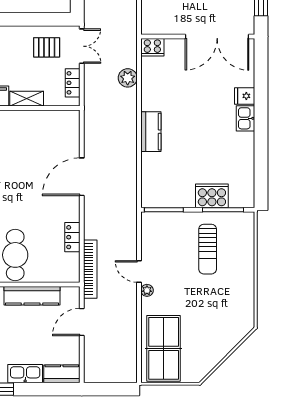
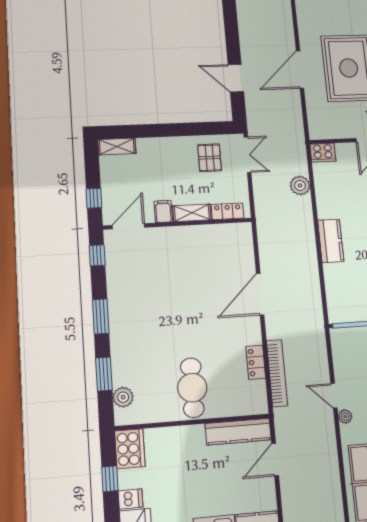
pallet: (47, 47) -> (210, 158), turned 90
locker: (73, 83) -> (227, 211), moved, turned 90
bookcase: (90, 269) -> (277, 373), moved
kitchen counter: (32, 296) -> (238, 432), moved

